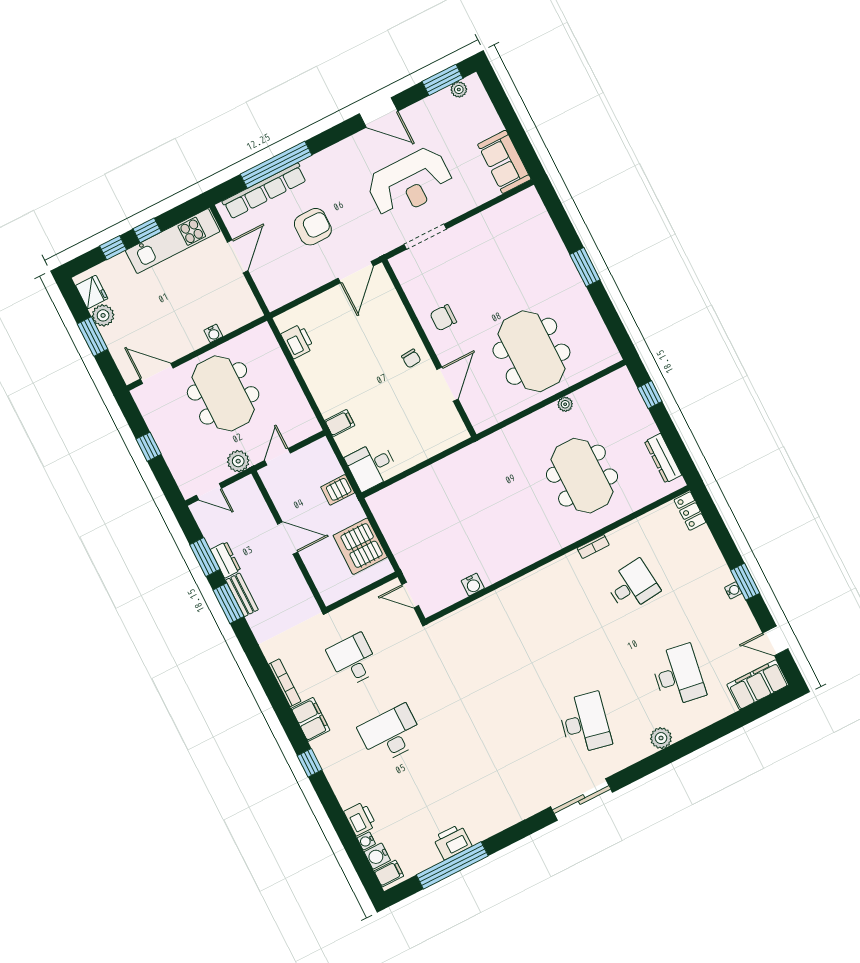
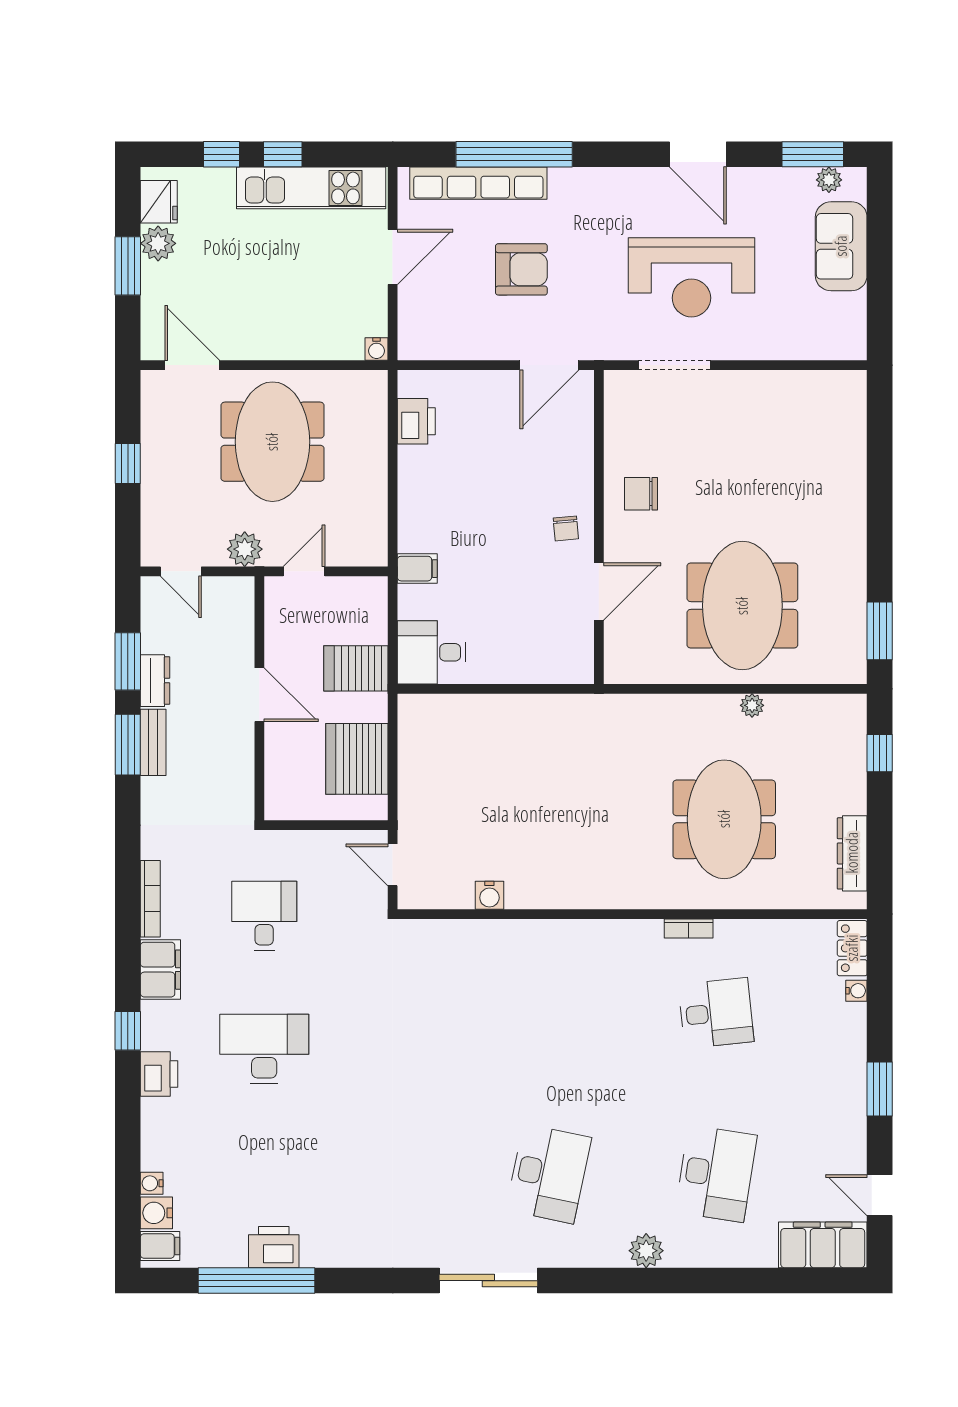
sofa: (504, 162) -> (841, 246), moved
window: (585, 267) -> (880, 631), moved
water cooler: (213, 333) -> (376, 349), moved
server rack: (338, 490) -> (356, 668), width x1.36, depth x1.44
water cooler: (733, 590) -> (856, 991), moved
printer: (360, 819) -> (159, 1074), moved

